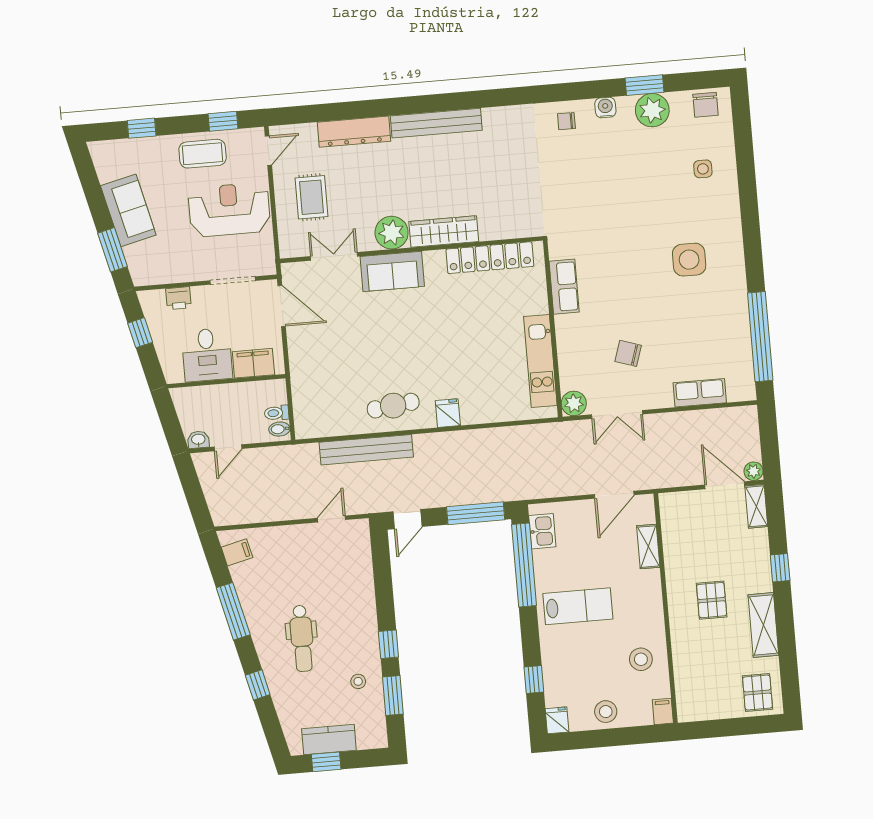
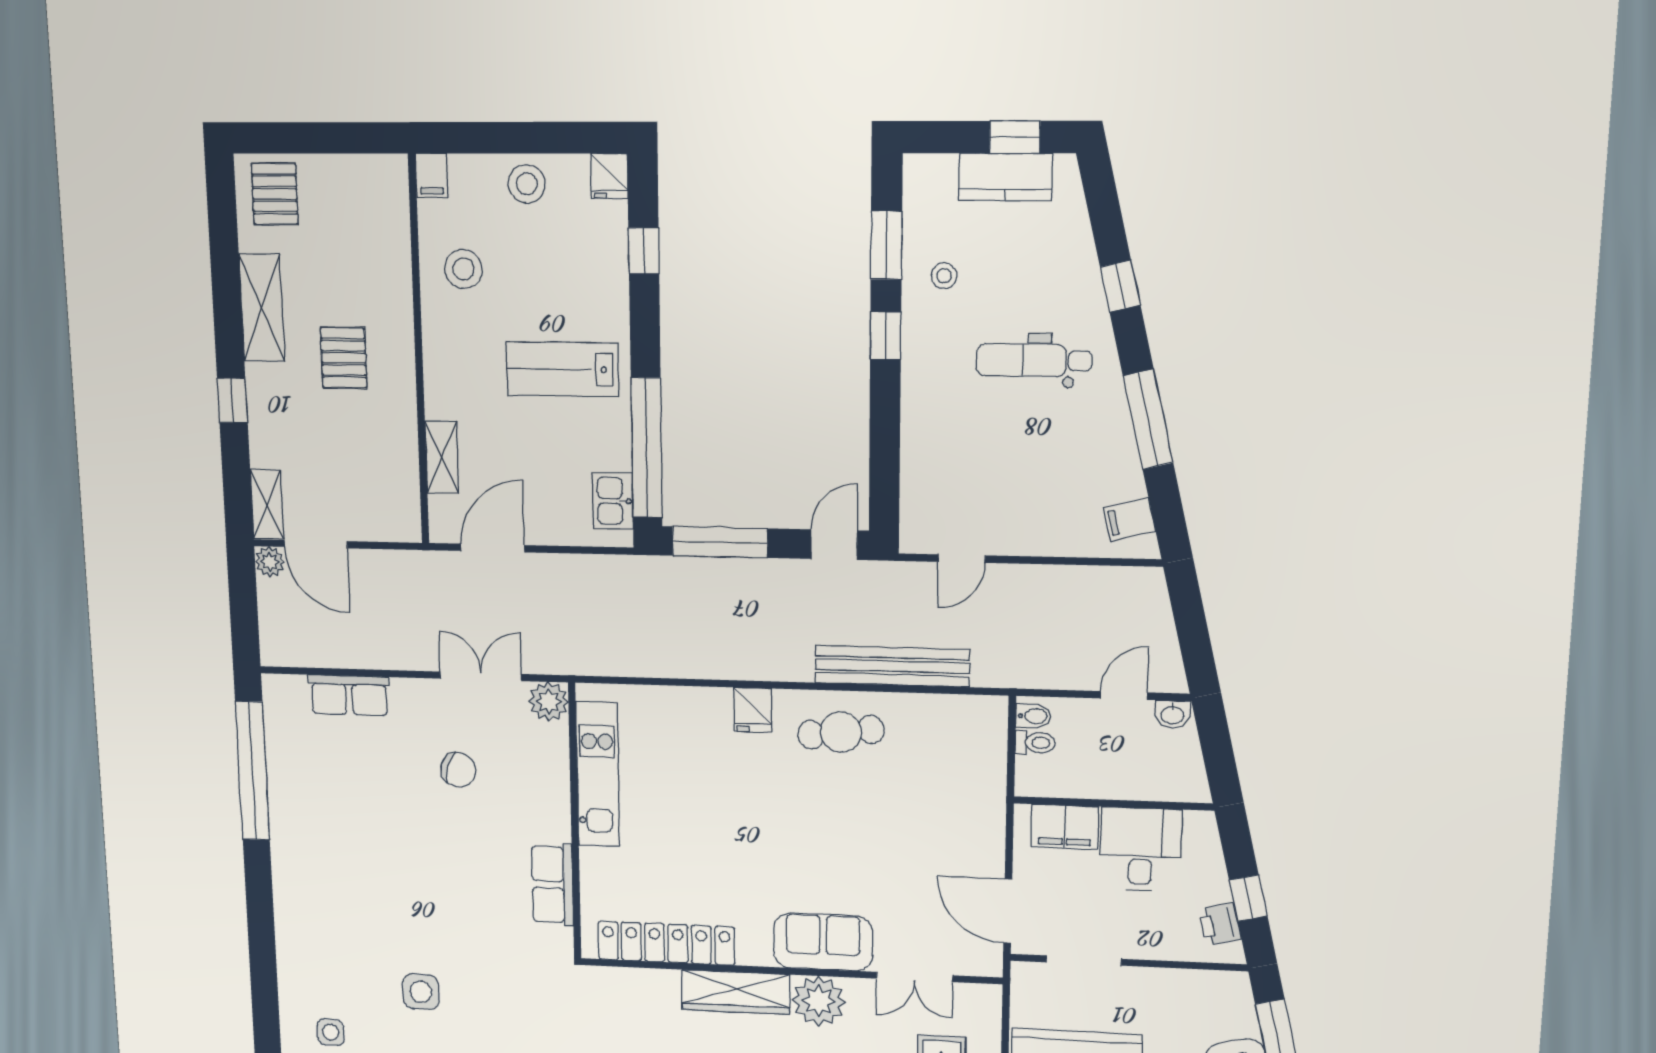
side table: (689, 260) -> (421, 992), moved, width x0.73, depth x0.73
printer: (178, 298) -> (1220, 924), moved, turned -104
dental chair: (302, 638) -> (1034, 360), turned -90

